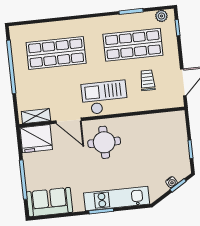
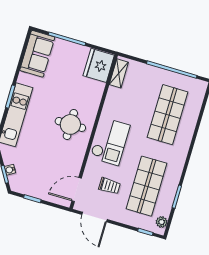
door: (69, 121) -> (77, 190), moved

